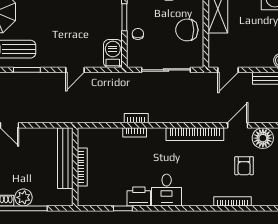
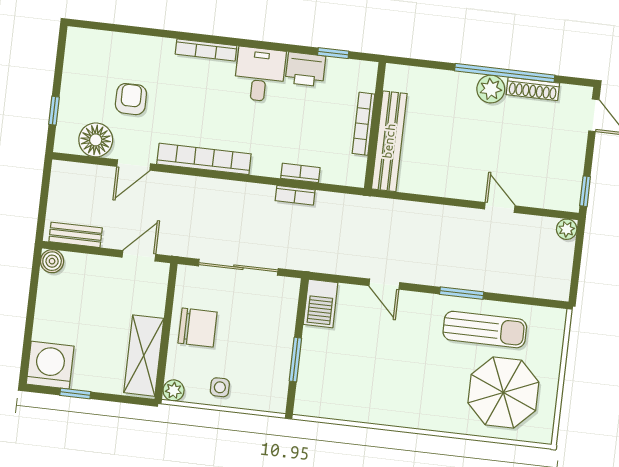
chair: (138, 34) -> (277, 330), removed
door: (75, 70) -> (384, 284), swing flipped
bench: (65, 158) -> (389, 141), moved
wall: (75, 167) -> (375, 125), moved
bookcase: (82, 167) -> (363, 124), moved
bookcase: (233, 201) -> (206, 50), moved

